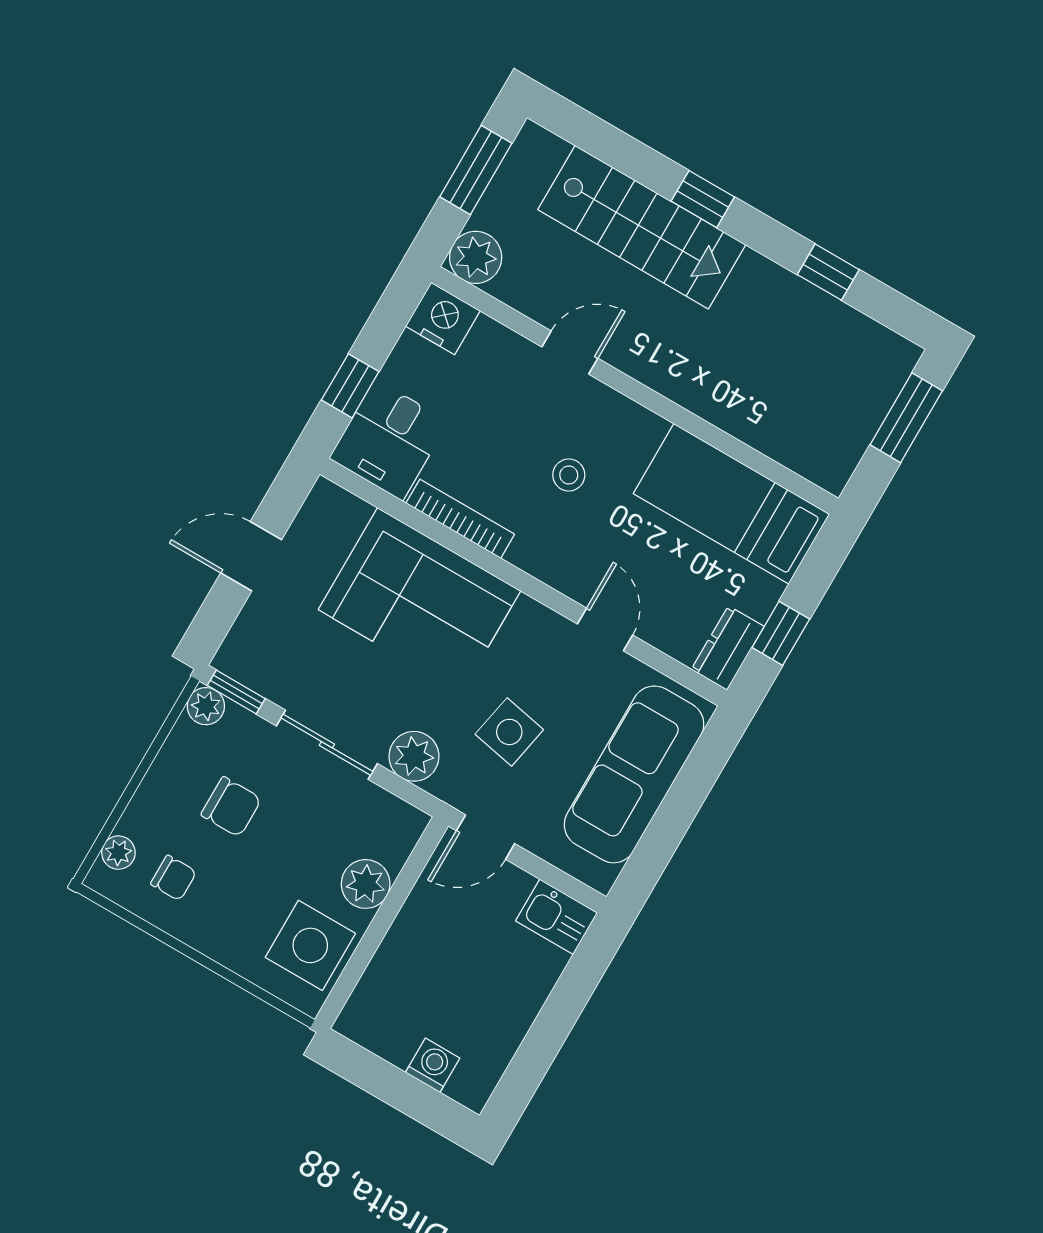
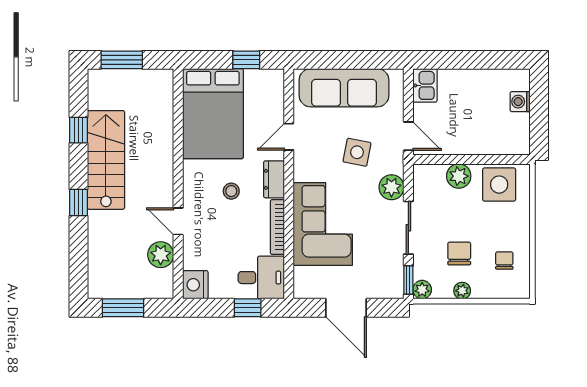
stairs: (642, 227) -> (106, 160), moved
plant: (476, 257) -> (161, 255), moved
bed: (731, 504) -> (213, 114), width x1.50
door: (251, 556) -> (346, 308), width x1.38
dresser: (728, 648) -> (274, 179), moved, turned 90
plant: (118, 853) -> (462, 291), moved

